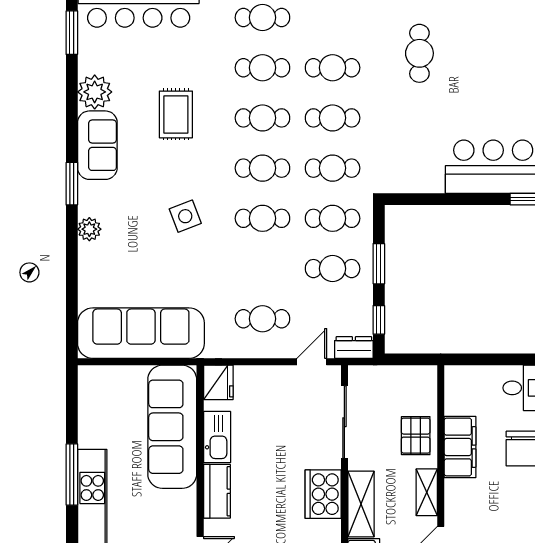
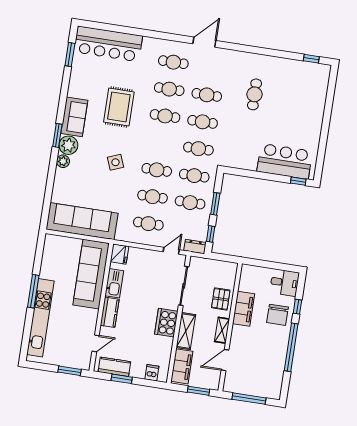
plant: (95, 92) -> (68, 145), moved
rug: (176, 114) -> (119, 107), width x1.36, depth x1.43
cafe table: (262, 168) -> (153, 197), moved

